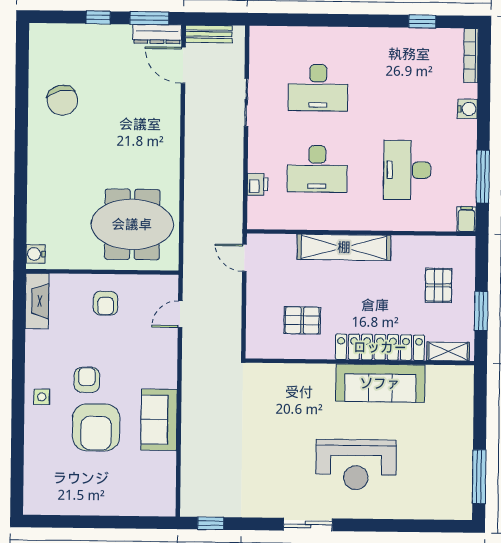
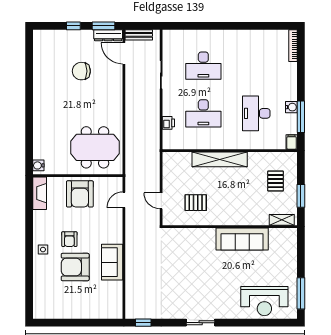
window: (422, 21) -> (264, 26), removed
chair: (62, 100) -> (81, 71), moved, turned 104
water cooler: (467, 109) -> (291, 107), moved
door: (244, 258) -> (161, 201), moved
armchair: (106, 303) -> (80, 194), width x1.88, depth x1.88
locker: (380, 347) -> (242, 218), removed
armchair: (87, 380) -> (69, 239), turned 180
armchair: (96, 427) -> (75, 267), turned 90
reception desk: (356, 465) -> (264, 301), moved

